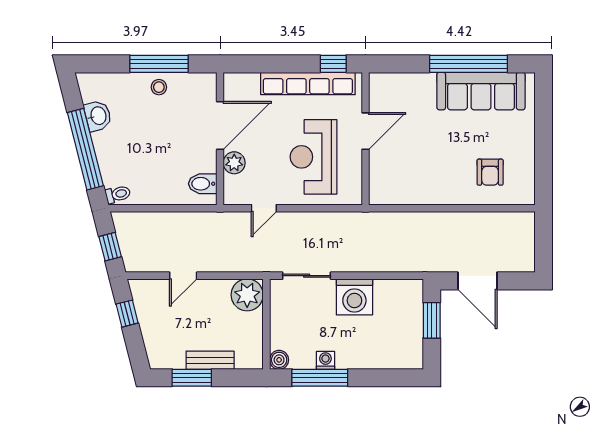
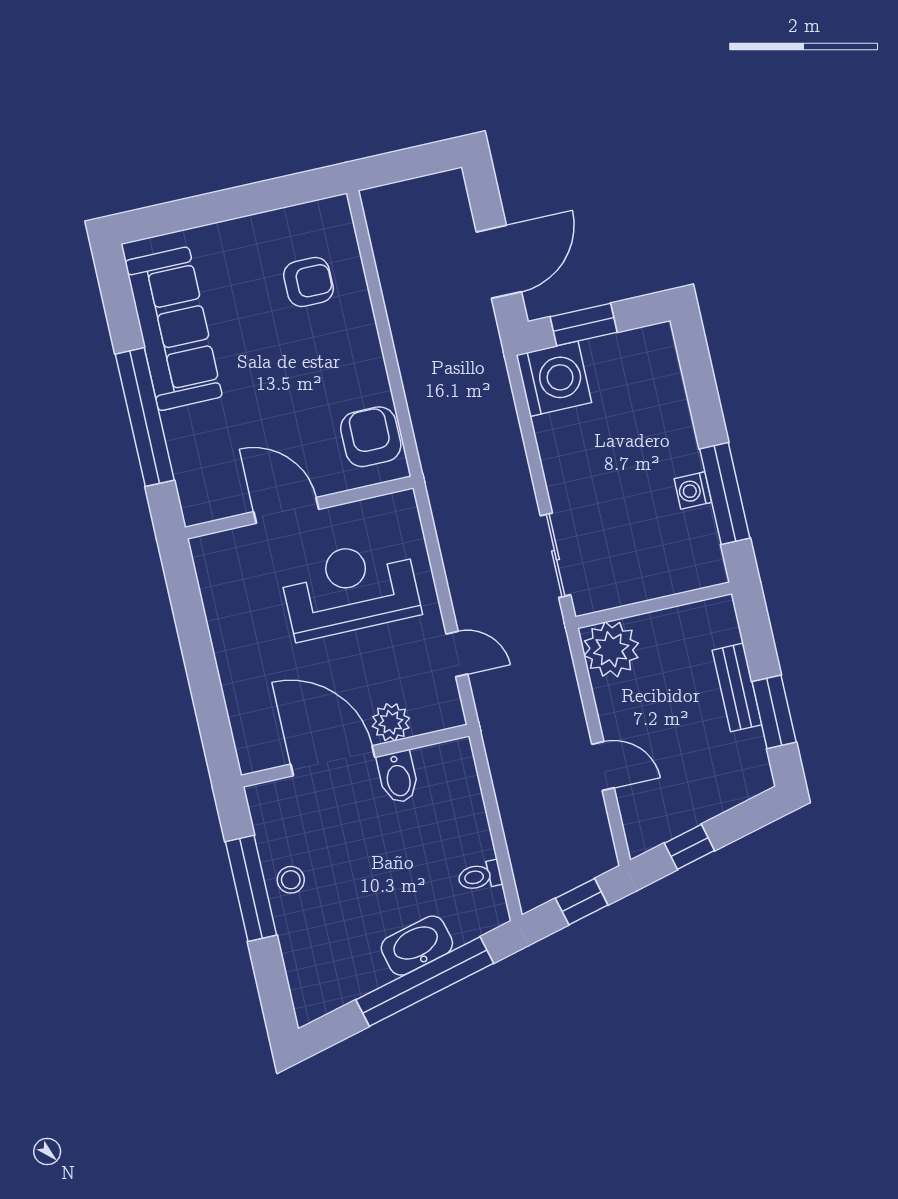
window: (333, 64) -> (184, 591), removed
window: (468, 64) -> (145, 417), moved
row of seats: (308, 83) -> (227, 627), removed
washbasin: (98, 116) -> (417, 946), moved, width x1.38
reception desk: (314, 157) -> (350, 589), turned 180
bidet: (203, 184) -> (398, 777), moved
armchair: (396, 187) -> (371, 437), added
toilet: (118, 194) -> (480, 876), moved, turned -76
washing machine: (354, 297) -> (554, 379), moved
boiler: (279, 360) -> (710, 570), removed

